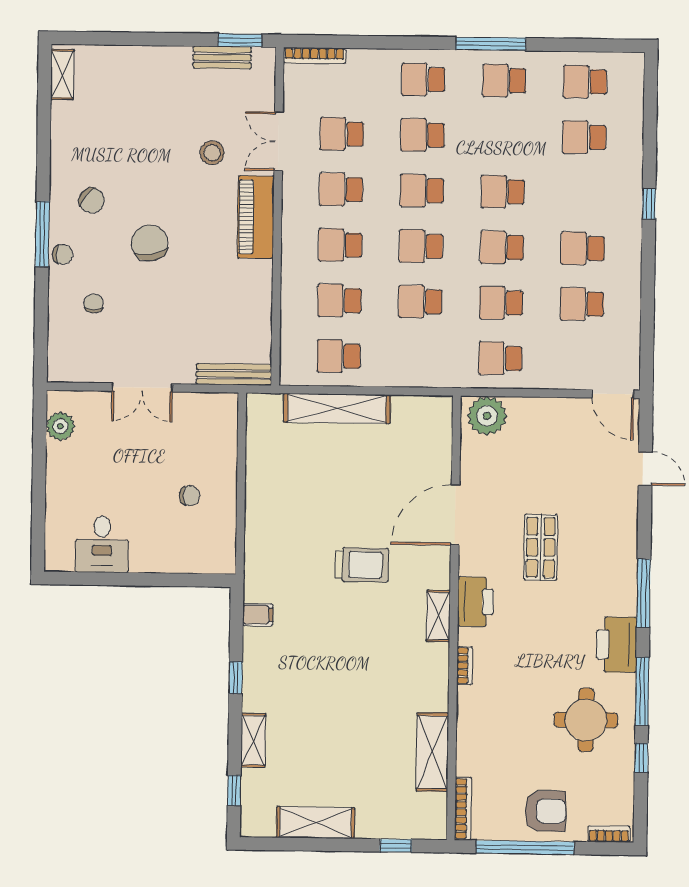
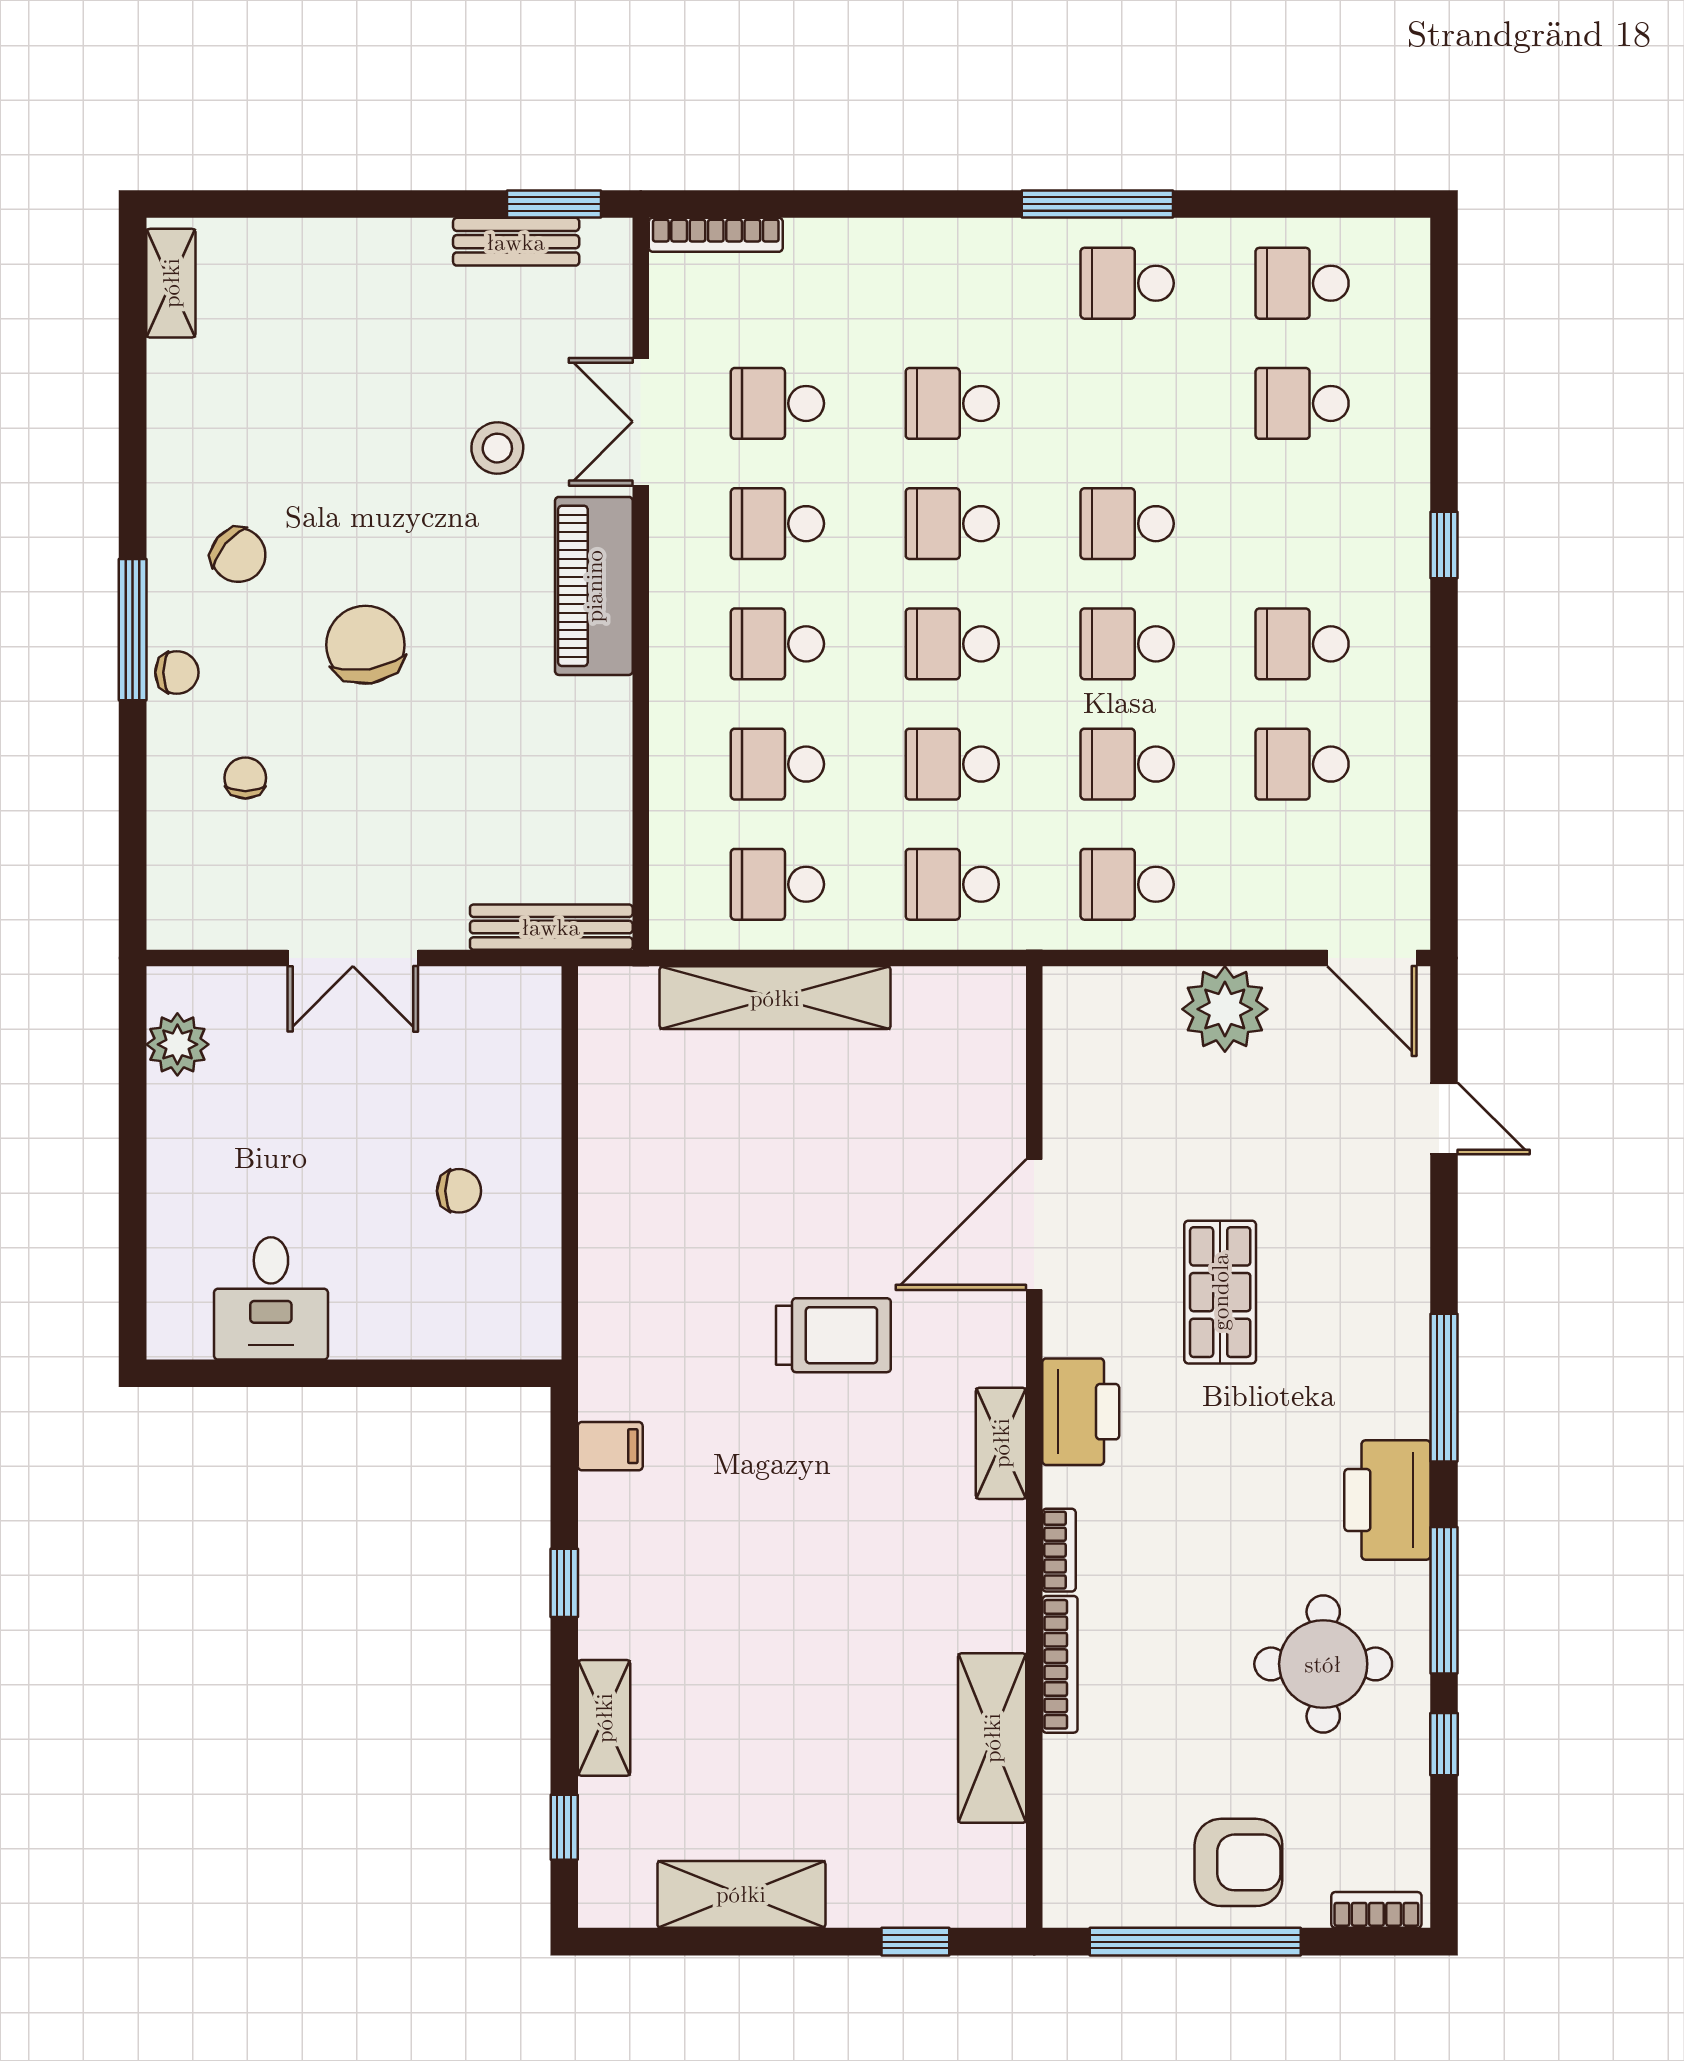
school desk: (423, 79) -> (952, 884), moved
plant: (487, 416) -> (1225, 1009), moved
bookcase: (463, 809) -> (1060, 1664), moved

